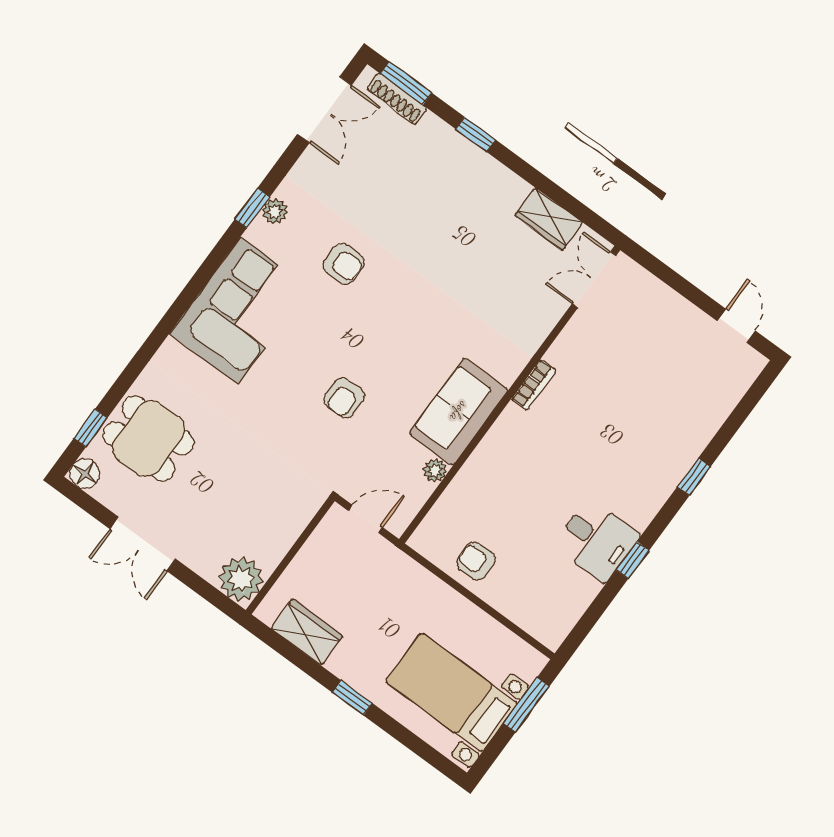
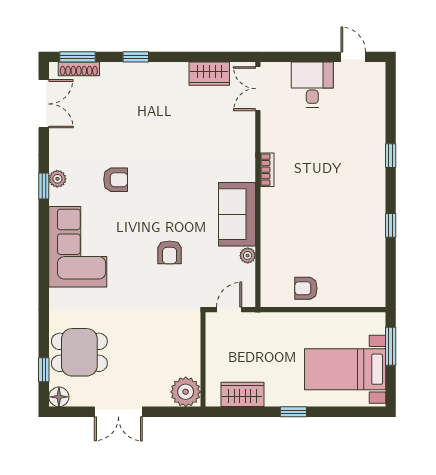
desk: (596, 540) -> (312, 85), moved, turned -90

